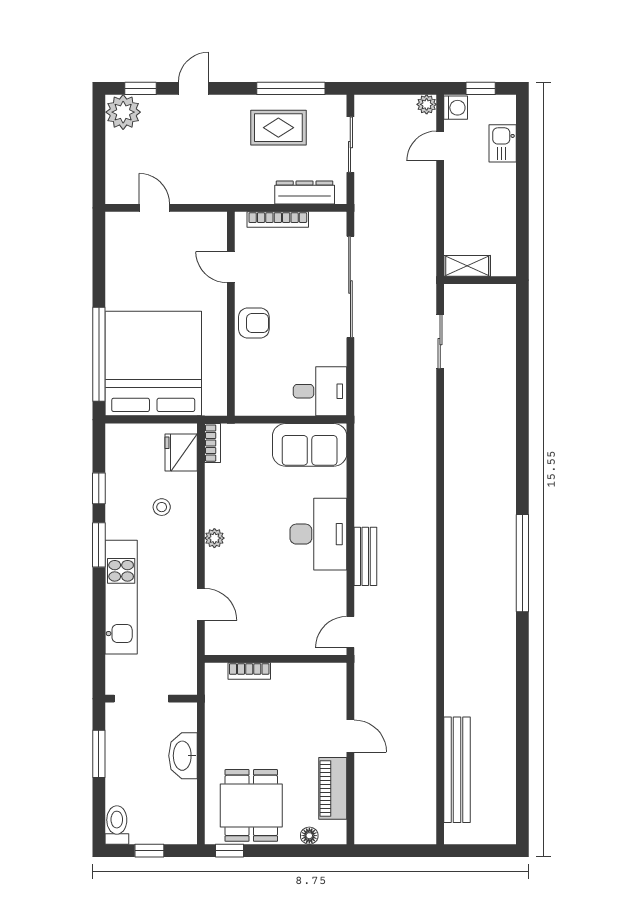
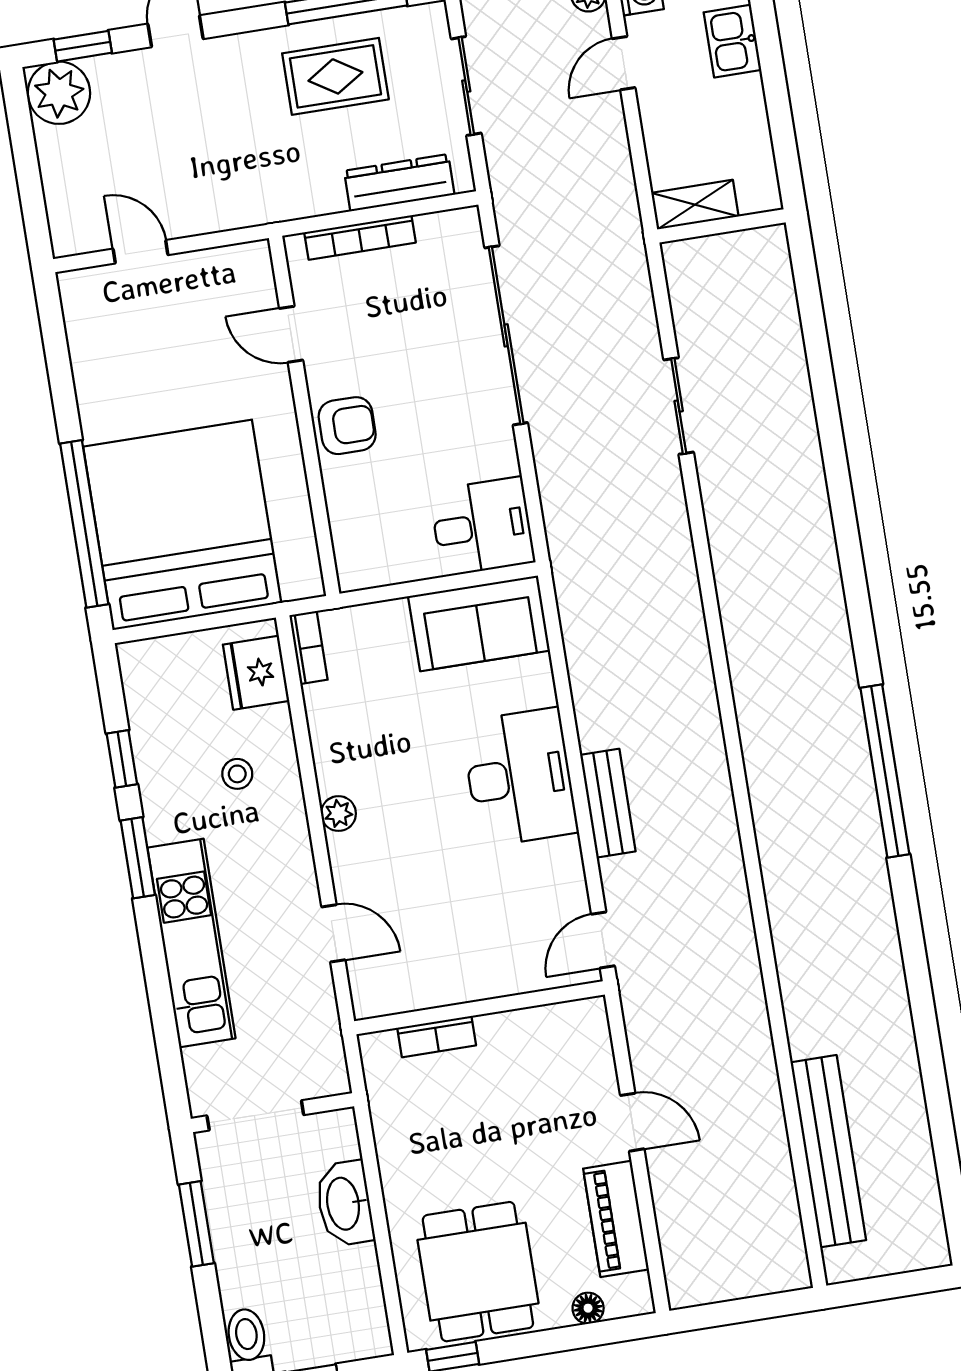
shelving: (467, 266) -> (695, 205), moved
wall: (480, 280) -> (721, 226), moved

